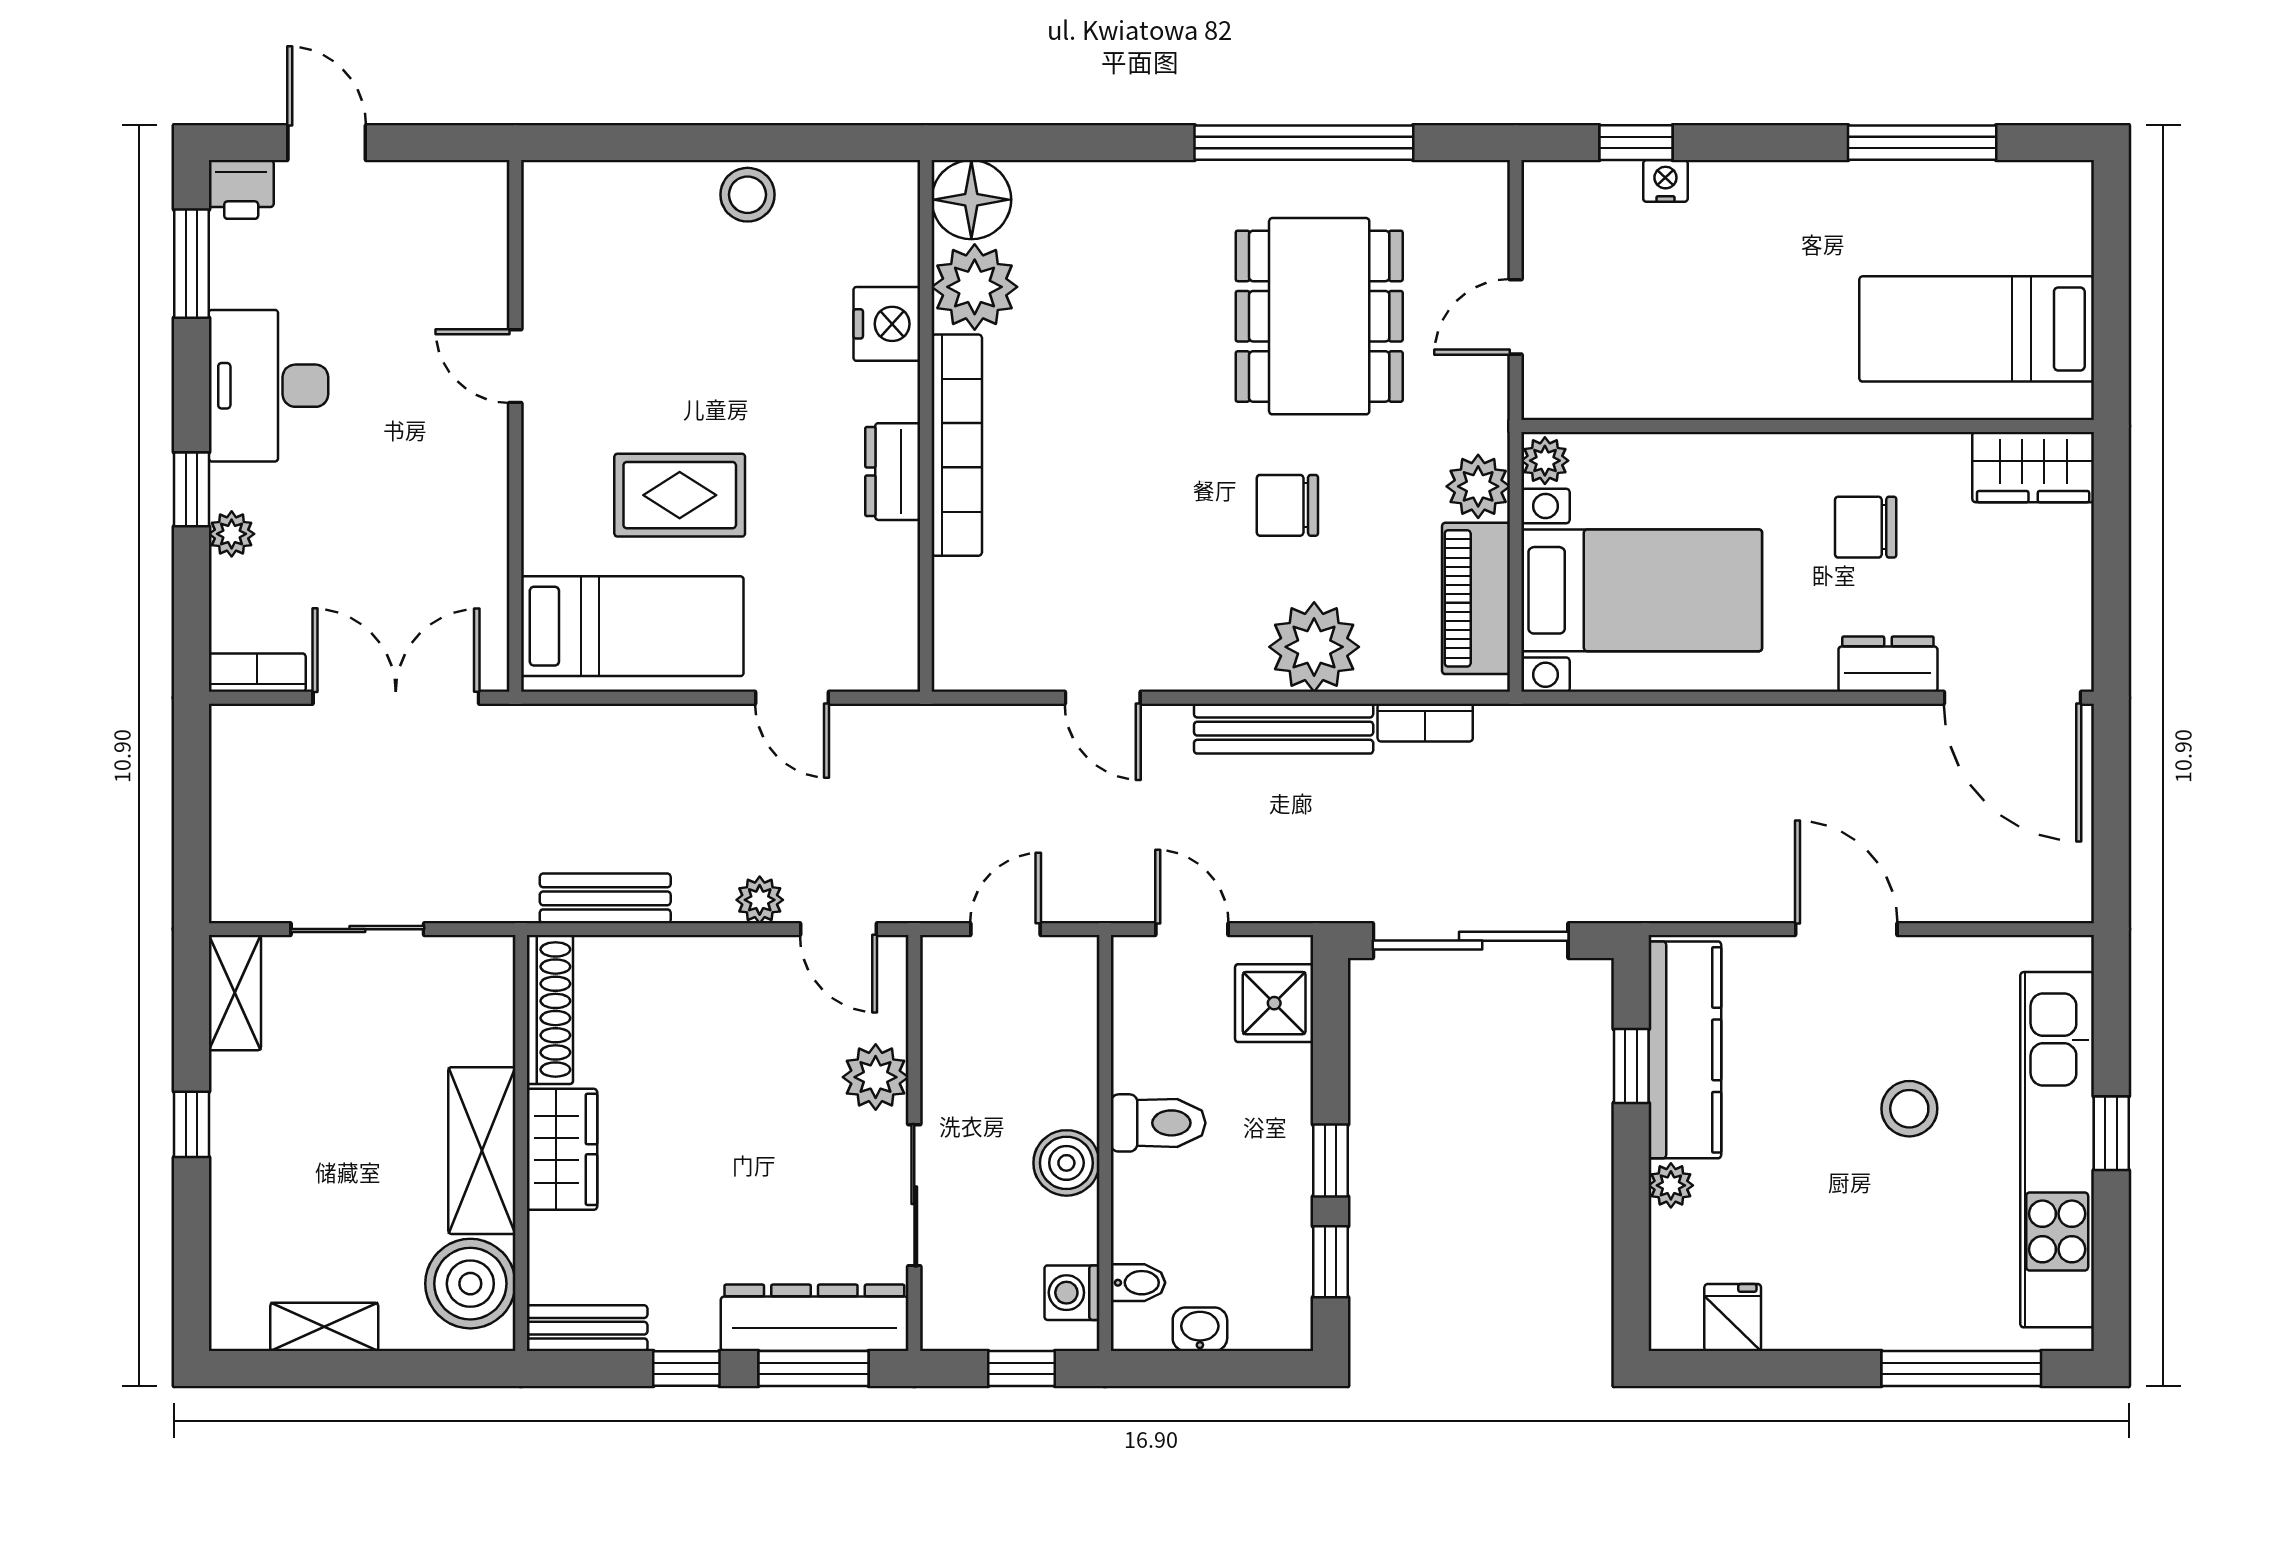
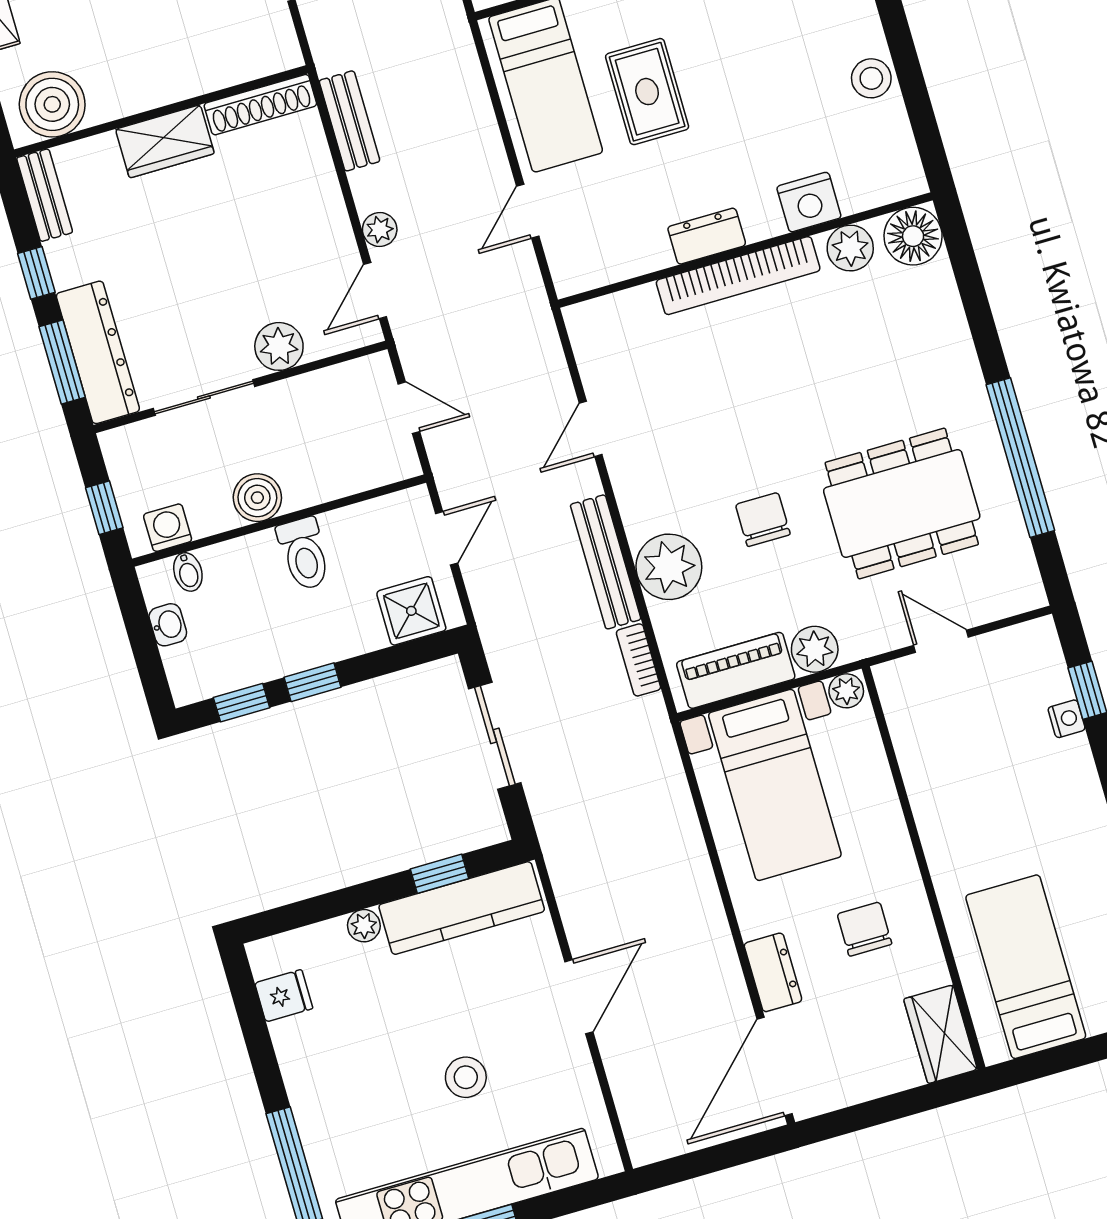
plant: (975, 287) -> (850, 248), width x0.73, depth x0.73
sliding door: (1471, 941) -> (495, 736), width x0.73
shelving: (482, 1151) -> (148, 86), removed

